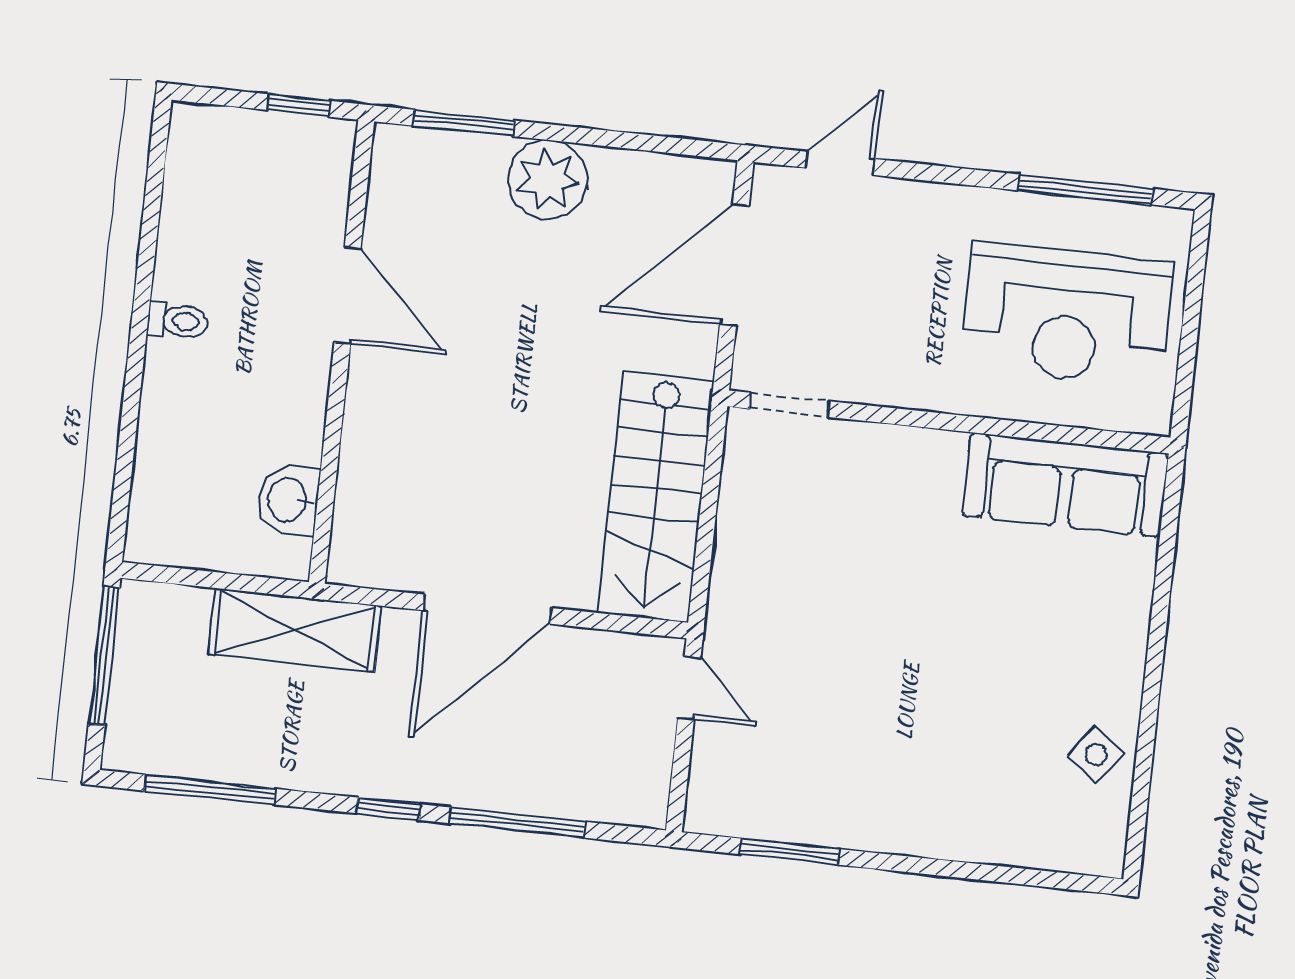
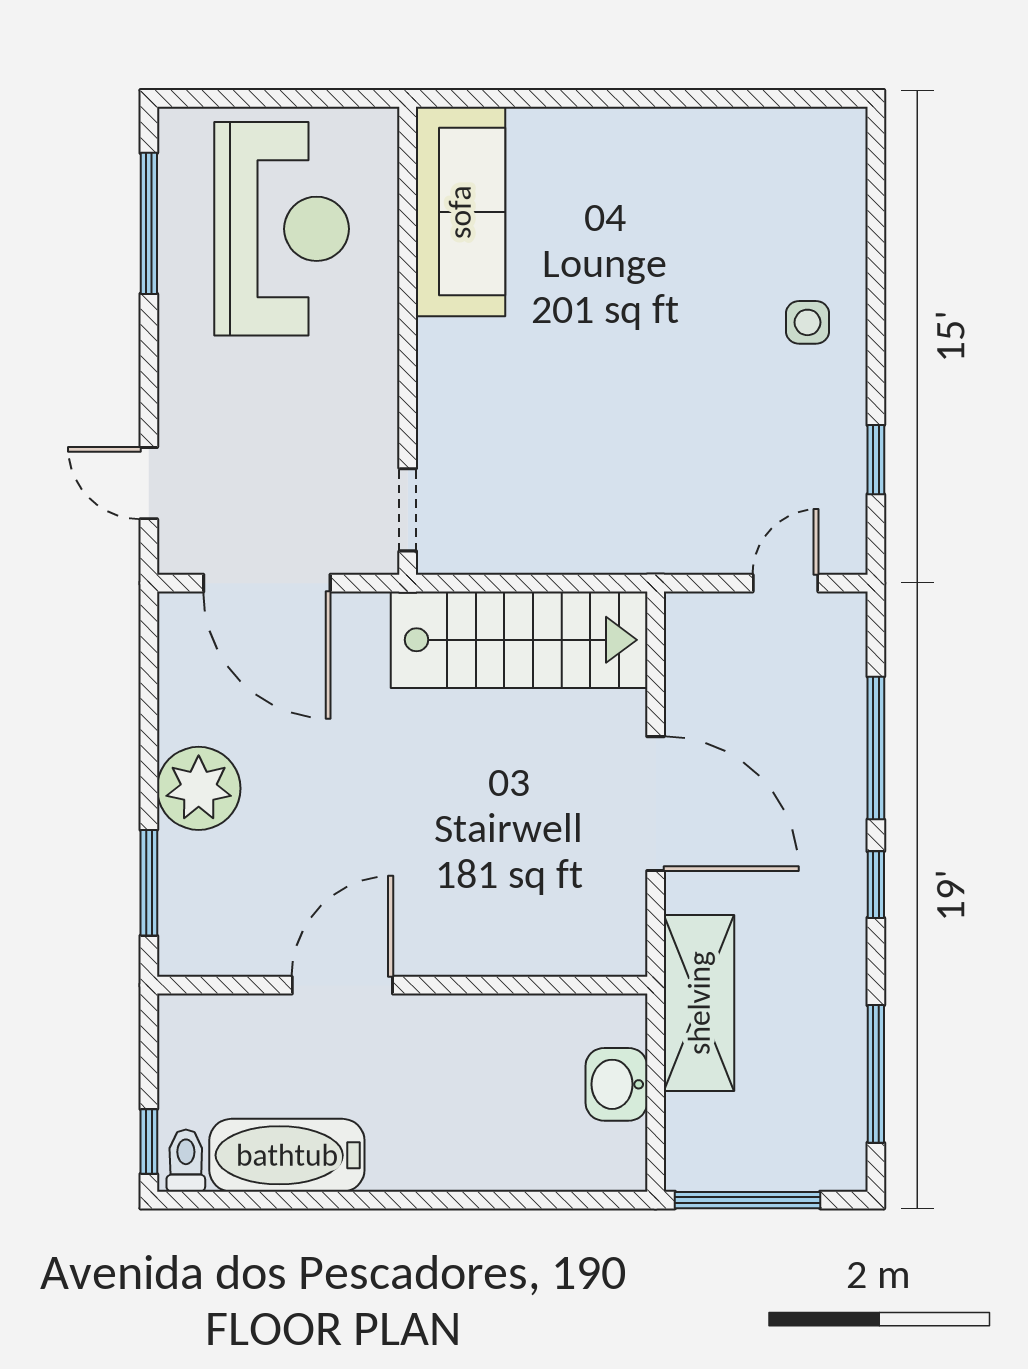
window: (299, 105) -> (149, 1142), moved
bathtub: (193, 226) -> (287, 1155), added
toilet: (178, 321) -> (186, 1161), moved
washbasin: (288, 500) -> (616, 1084), moved, turned 90
door: (689, 688) -> (785, 583), moved
side table: (1096, 755) -> (807, 322), moved, turned -37
window: (790, 852) -> (876, 460), width x0.67

